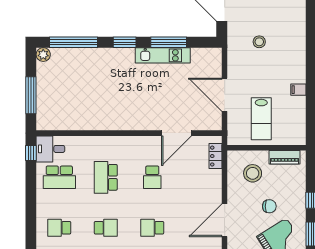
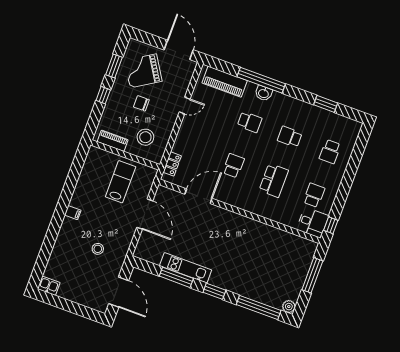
filing cabinet: (298, 90) -> (73, 213), moved
school desk: (59, 177) -> (314, 195), width x0.54
door: (225, 220) -> (185, 106), width x0.53
school desk: (59, 228) -> (330, 152), turned 90

